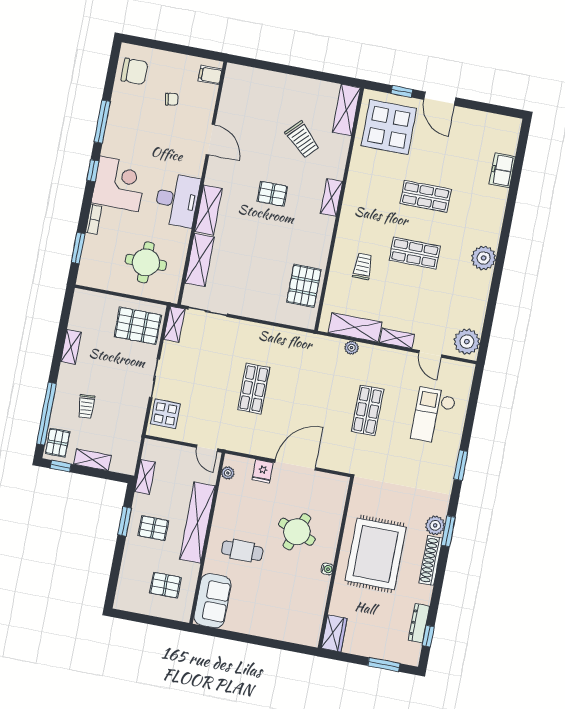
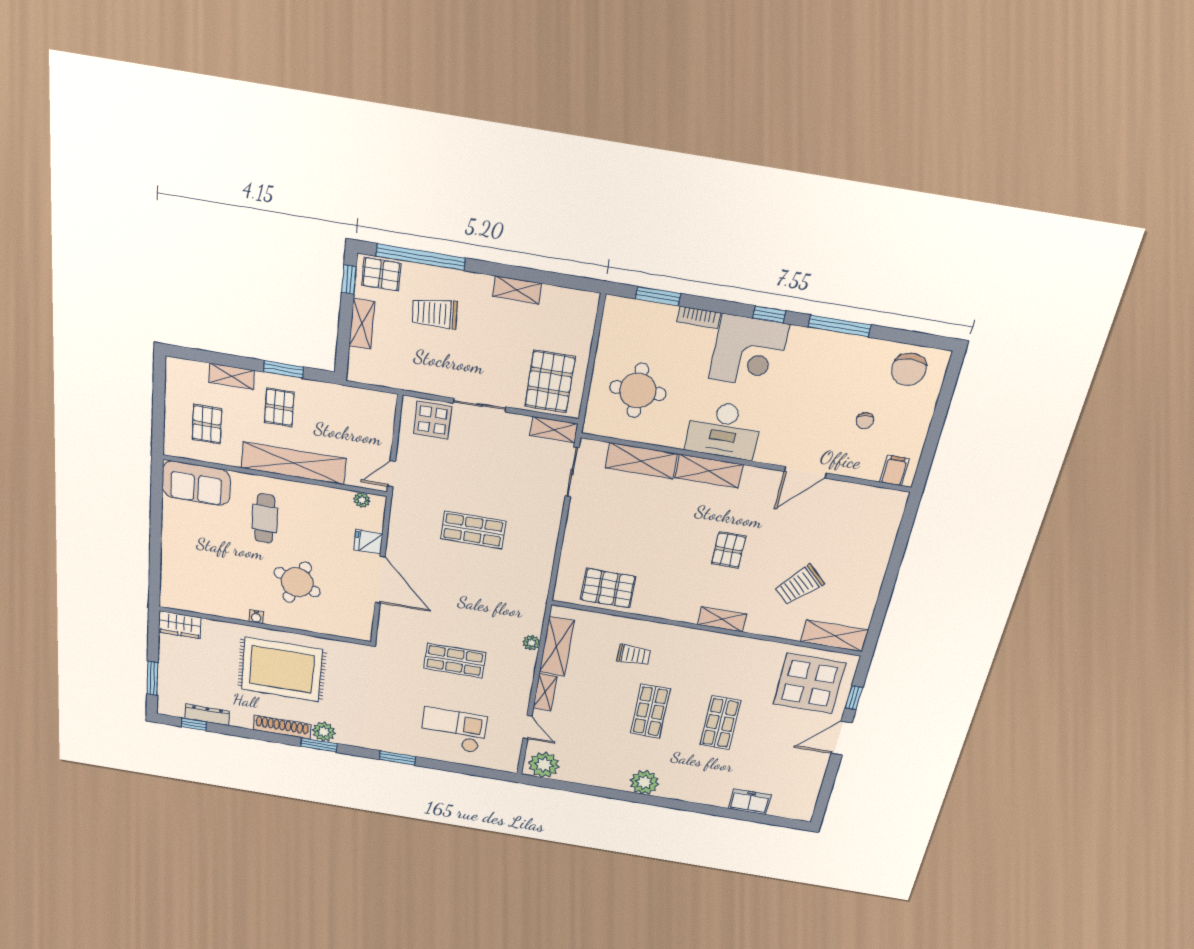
door: (430, 354) -> (527, 727), swing flipped
trolley: (86, 407) -> (435, 313), width x1.36, depth x1.39
shelving: (145, 477) -> (232, 376), moved

